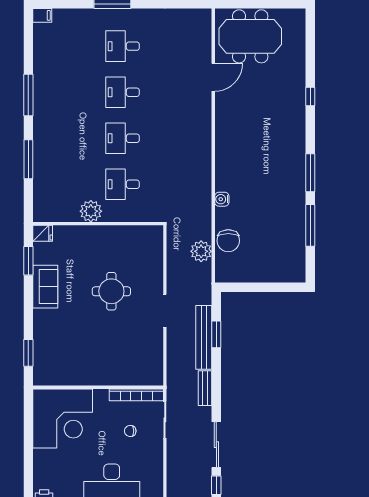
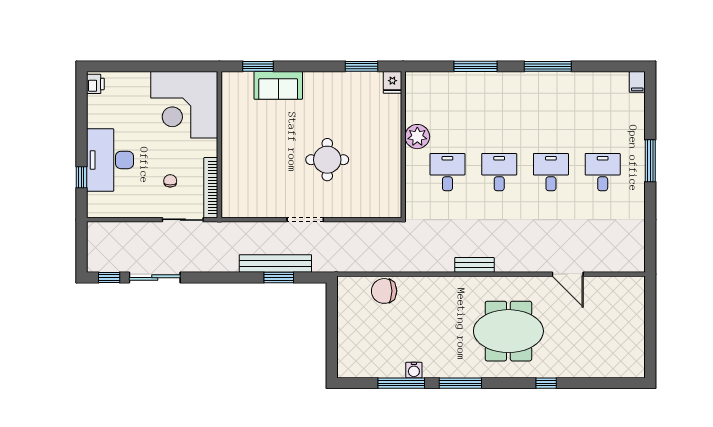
meeting table: (250, 36) -> (508, 331), moved, turned 90
water cooler: (222, 199) -> (414, 370), moved, turned 180
plant: (201, 251) -> (372, 261), removed
sofa: (45, 287) -> (278, 85), moved
bench: (205, 388) -> (474, 265), moved

